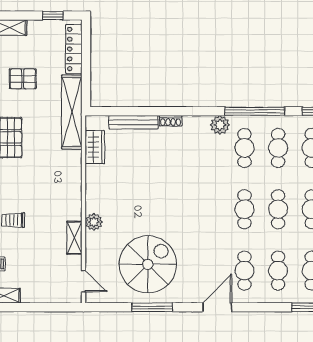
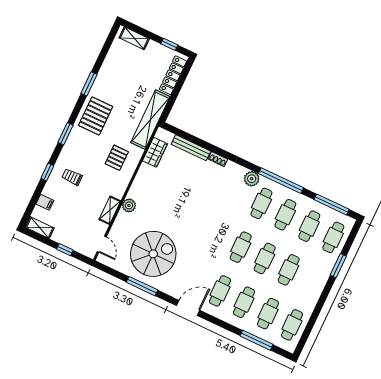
pallet: (23, 79) -> (117, 158), moved, turned 90
window: (44, 307) -> (65, 250), added

